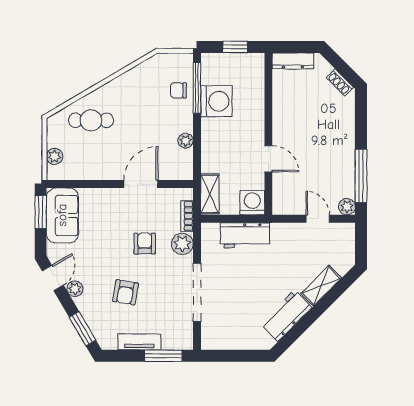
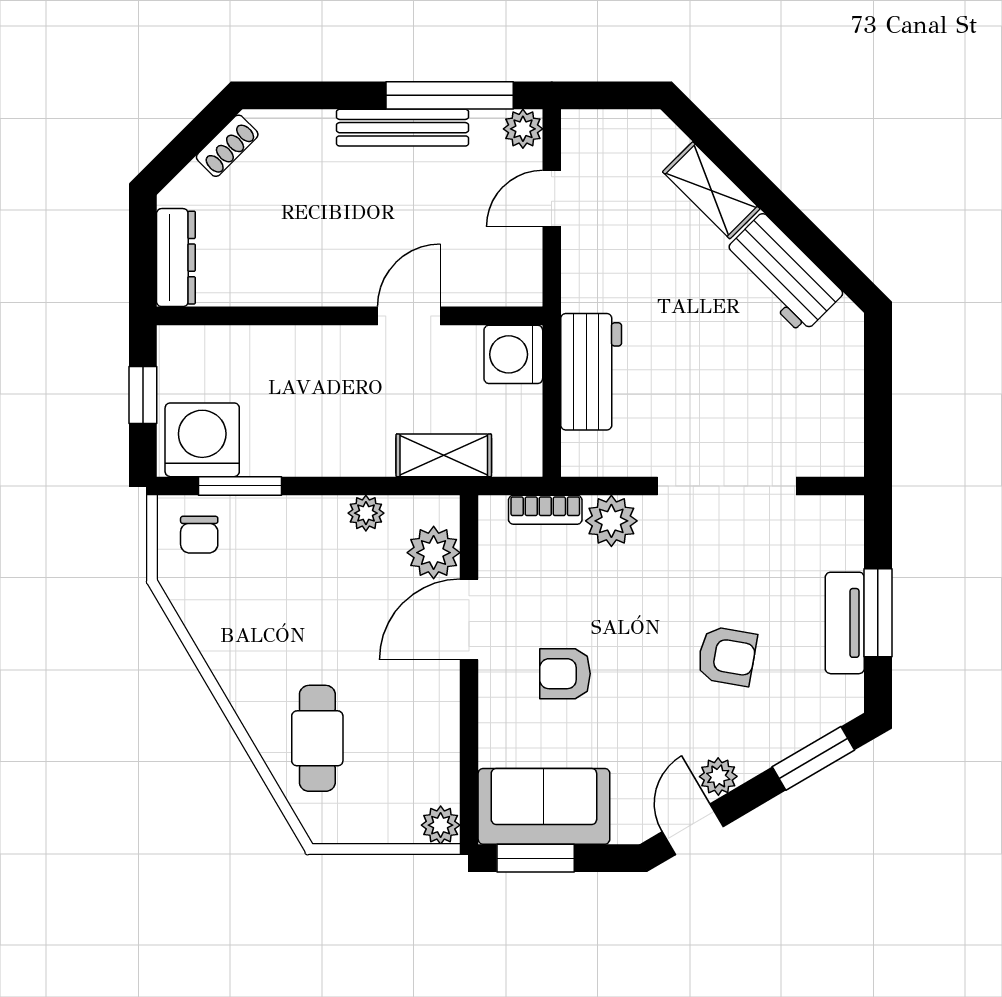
window: (197, 88) -> (240, 486), width x0.69
chair: (178, 90) -> (199, 535), moved
washing machine: (216, 101) -> (202, 440), moved
plant: (55, 156) -> (441, 825), moved
bench: (347, 156) -> (402, 128), added
plant: (169, 169) -> (434, 553), added
door: (141, 184) -> (469, 620), hinge flipped
shelving: (210, 194) -> (444, 455), moved
armchair: (145, 244) -> (565, 674), moved
door: (53, 278) -> (693, 829), hinge flipped
window: (163, 356) -> (878, 613), moved

